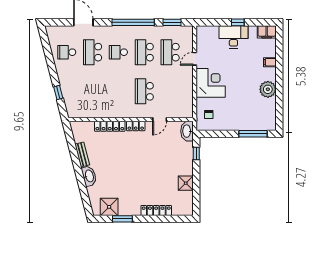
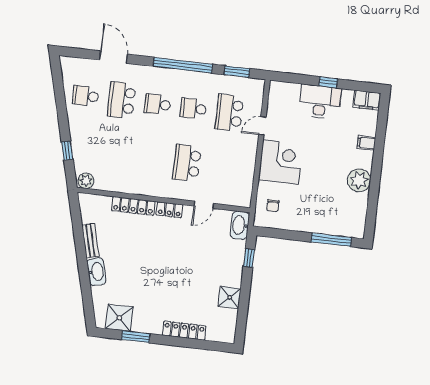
school desk: (144, 52) -> (193, 109), width x0.54
plant: (74, 112) -> (86, 181), added

